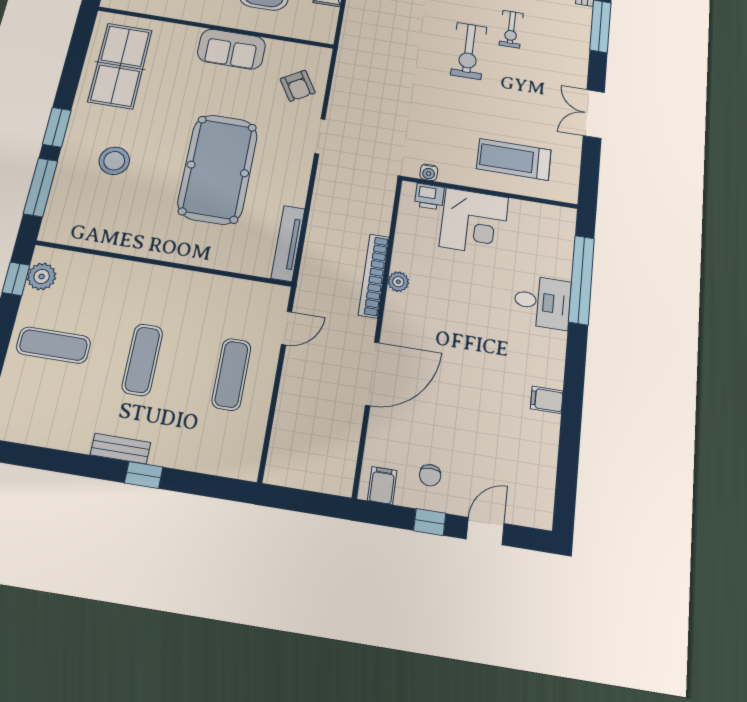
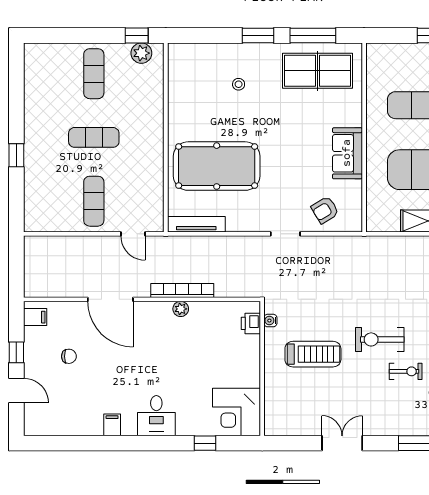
exercise bike: (511, 29) -> (406, 371), turned 180
treadmill: (514, 159) -> (313, 354), moved, turned 90
stool: (114, 161) -> (239, 84), width x0.53, depth x0.53
pool table: (218, 169) -> (217, 166), moved
window: (41, 187) -> (313, 36), moved
corner desk: (474, 222) -> (236, 412), moved
window: (581, 280) -> (205, 443), width x0.32
desk: (542, 302) -> (156, 416), moved
exercise mat: (231, 374) -> (94, 201), turned 90
bench: (120, 449) -> (31, 136), removed
chair: (430, 475) -> (69, 356), moved, turned 180

